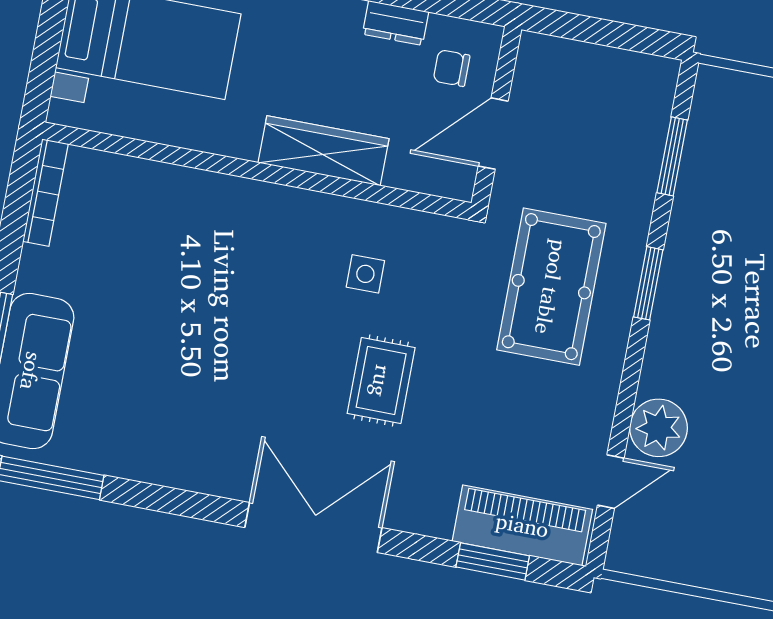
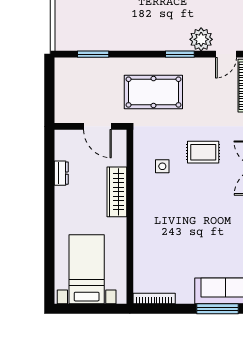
chair: (452, 68) -> (75, 148), removed
window: (648, 283) -> (180, 54), moved
door: (611, 482) -> (226, 54), swing flipped

